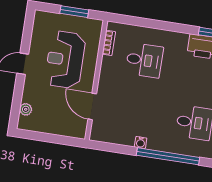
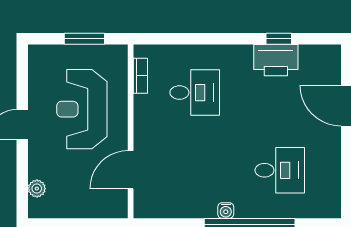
door: (92, 106) -> (131, 170), hinge flipped
water cooler: (141, 143) -> (226, 210), moved

